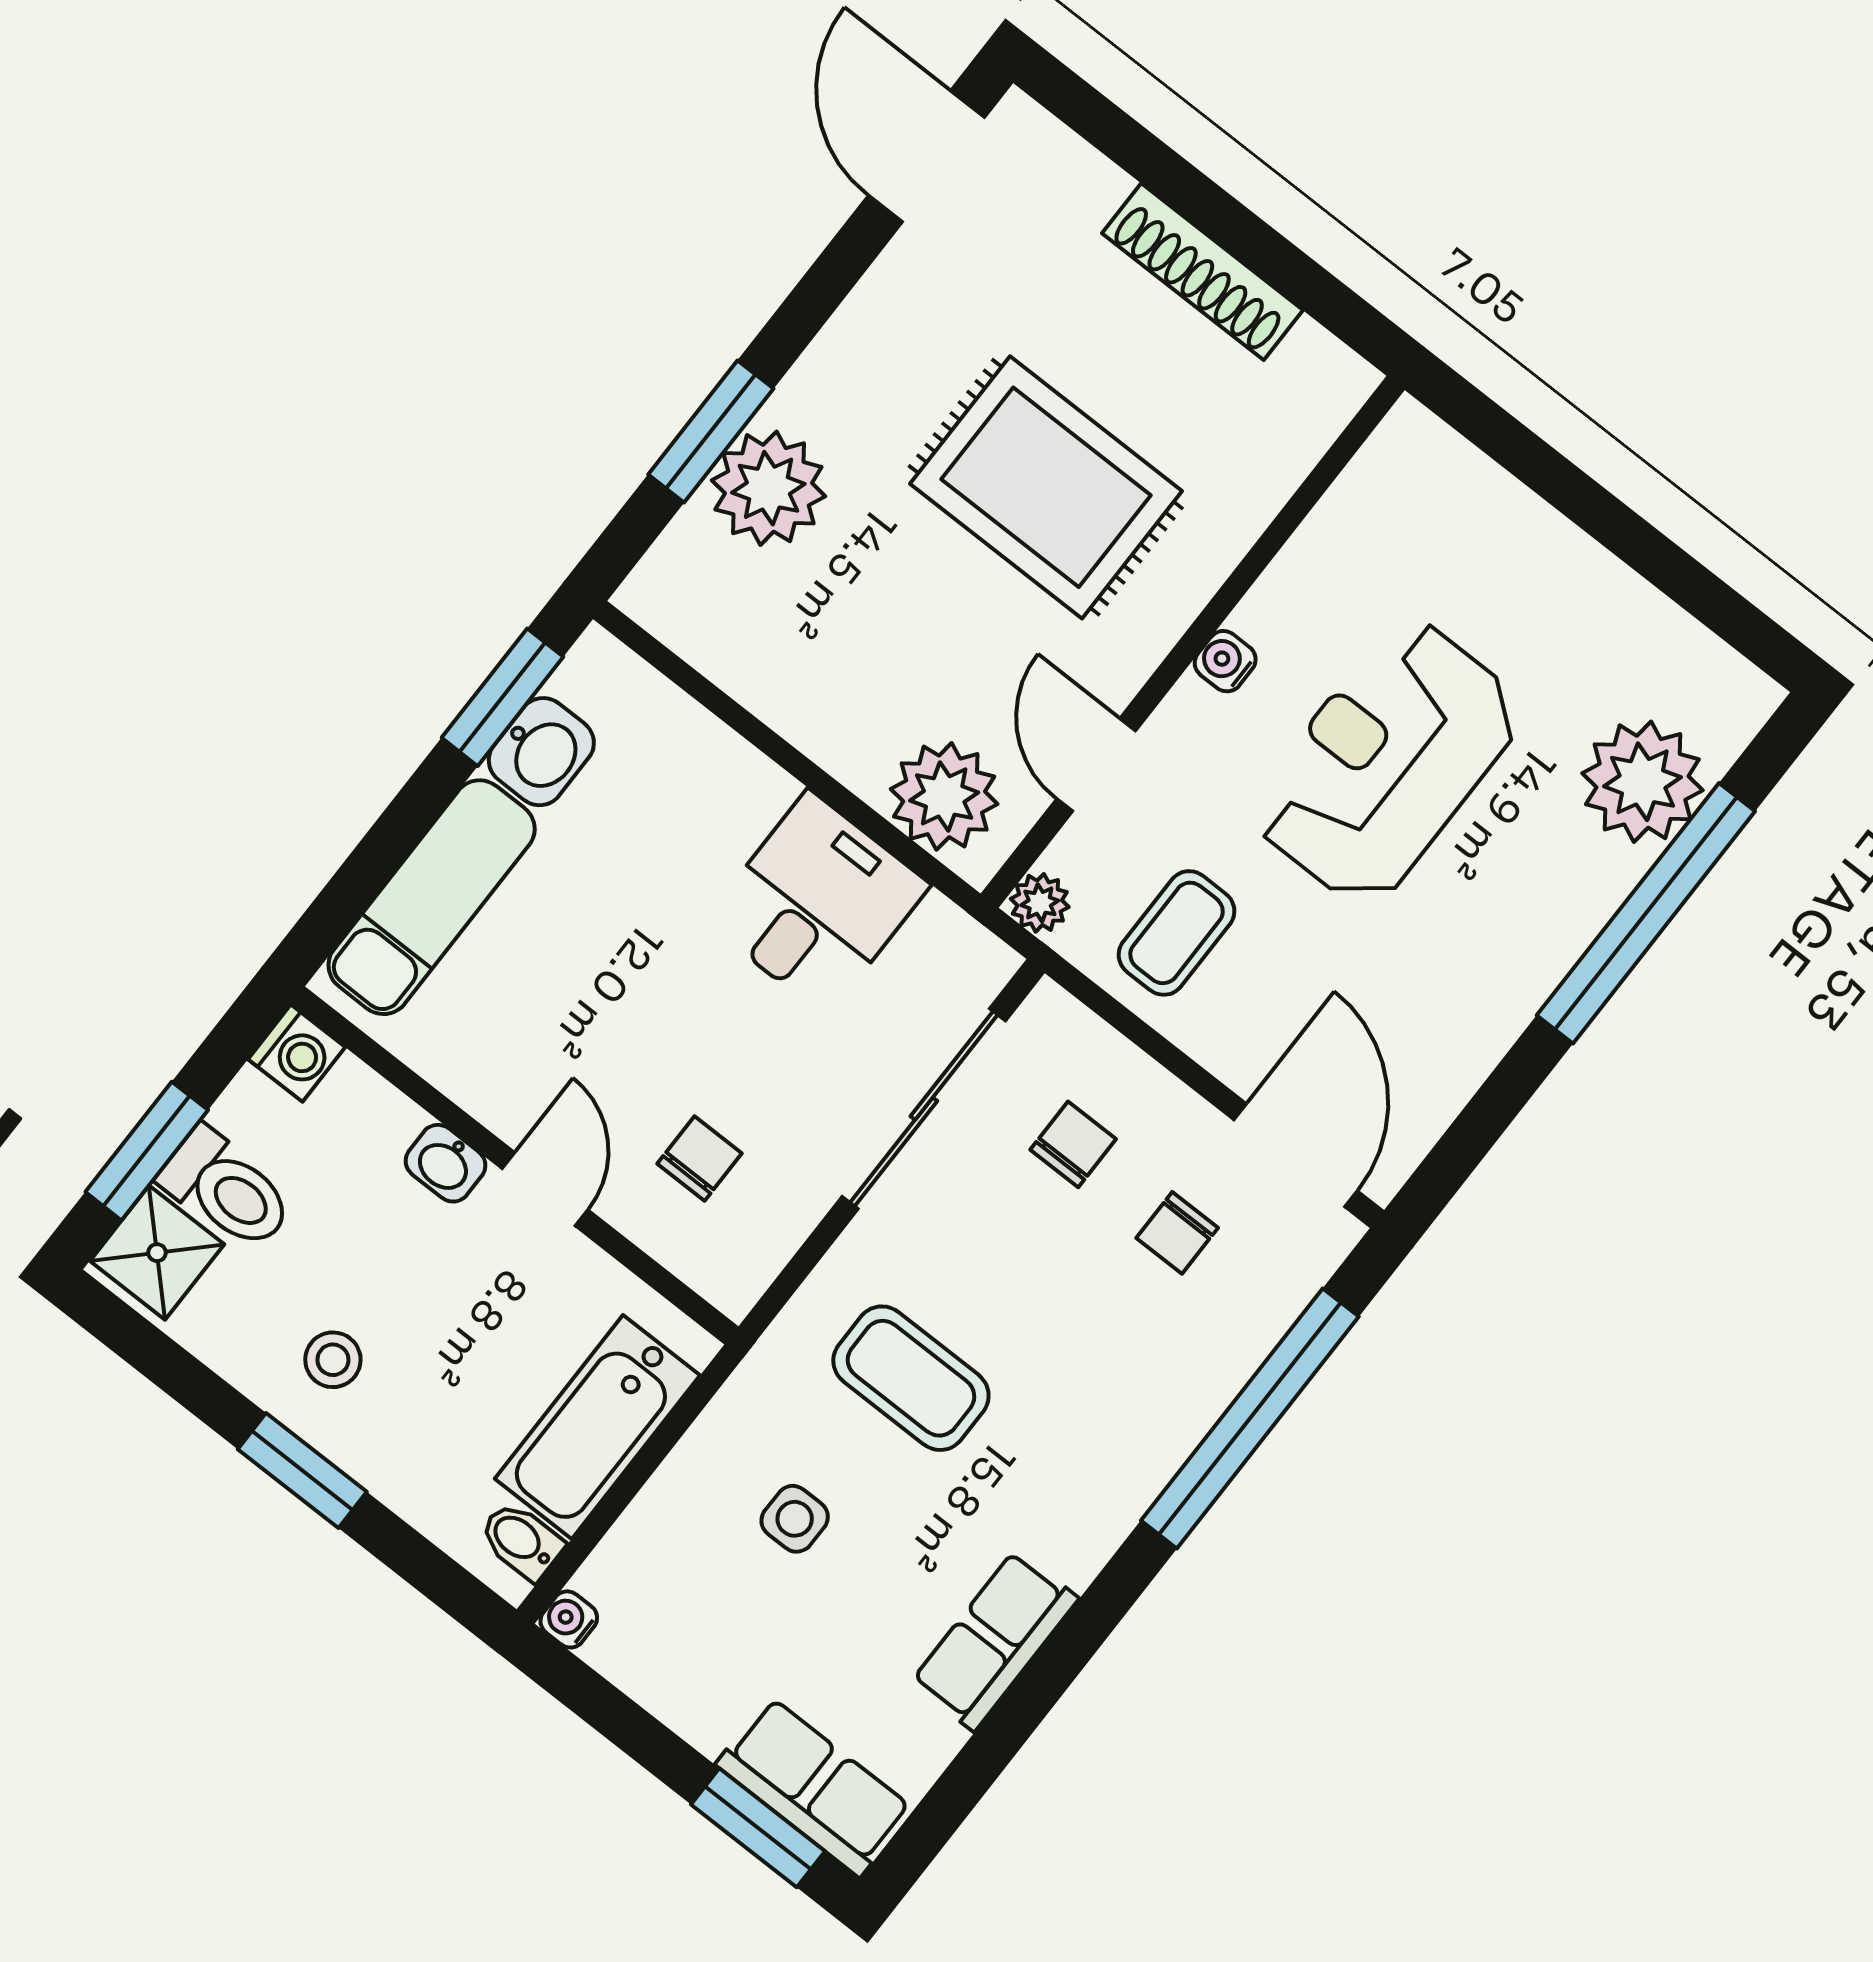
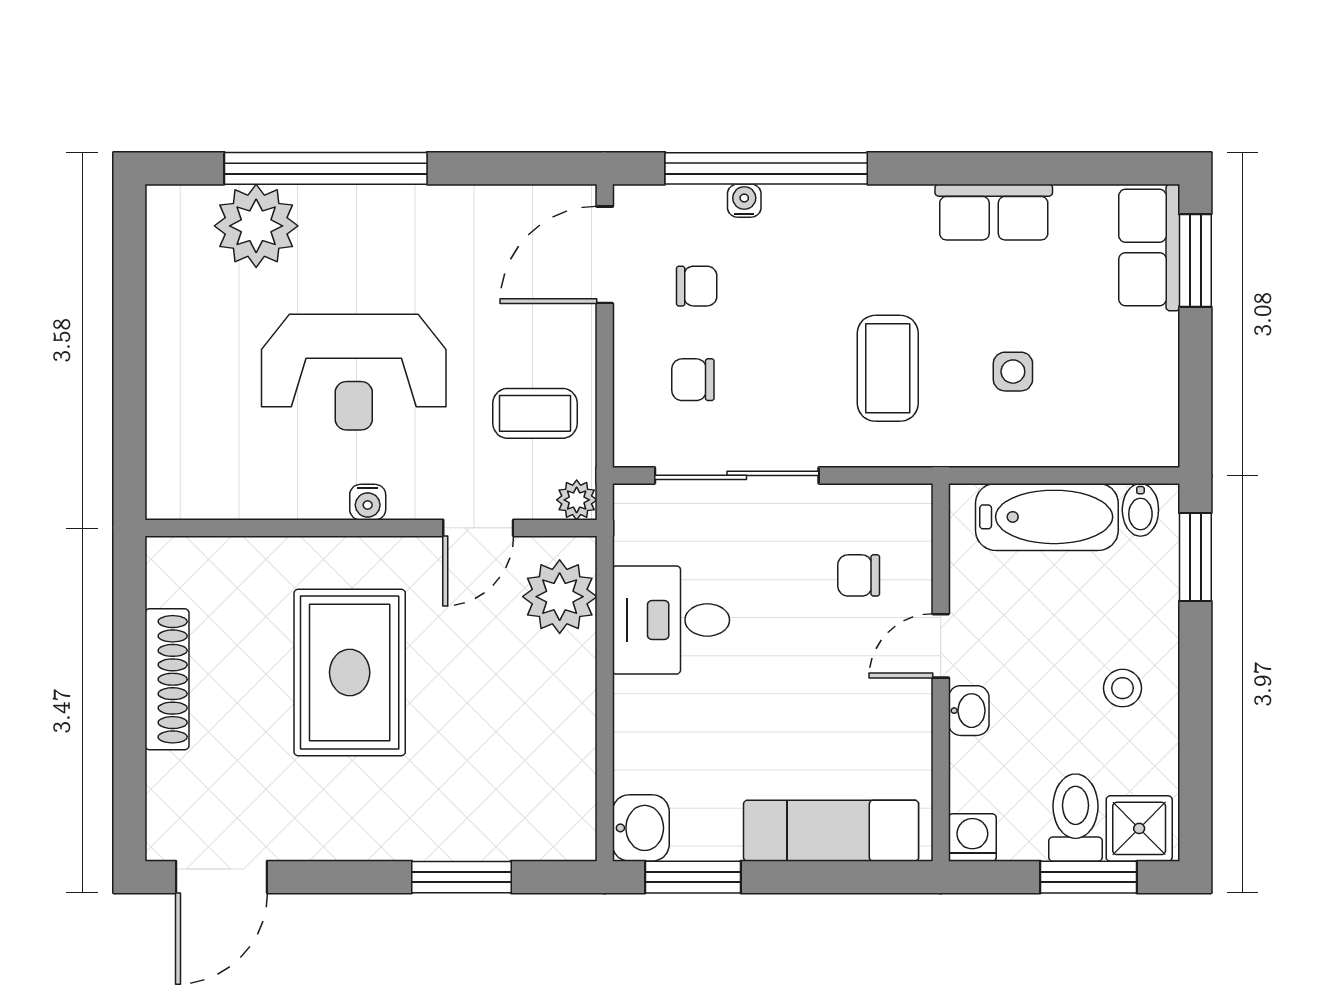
plant: (768, 488) -> (468, 822), removed
washbasin: (541, 752) -> (641, 828), moved, turned 90
window: (302, 1471) -> (1195, 557), moved
water cooler: (569, 1619) -> (744, 201), moved, turned 180

